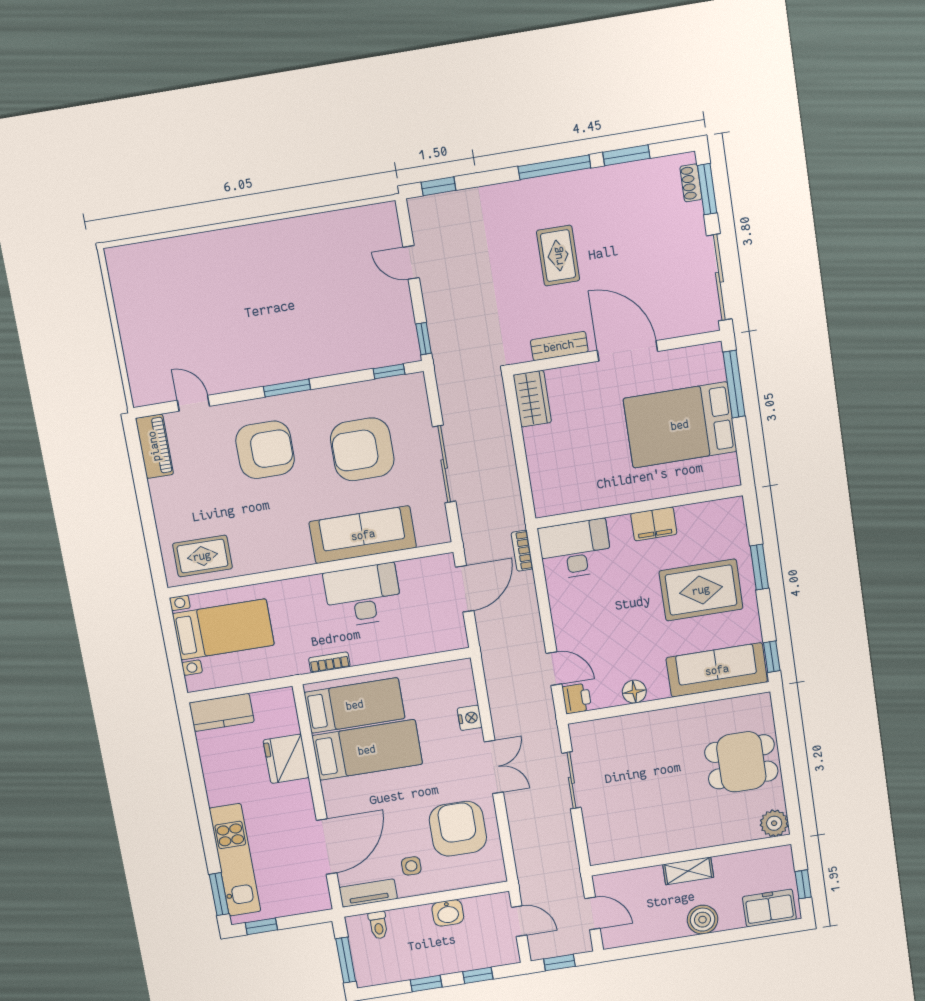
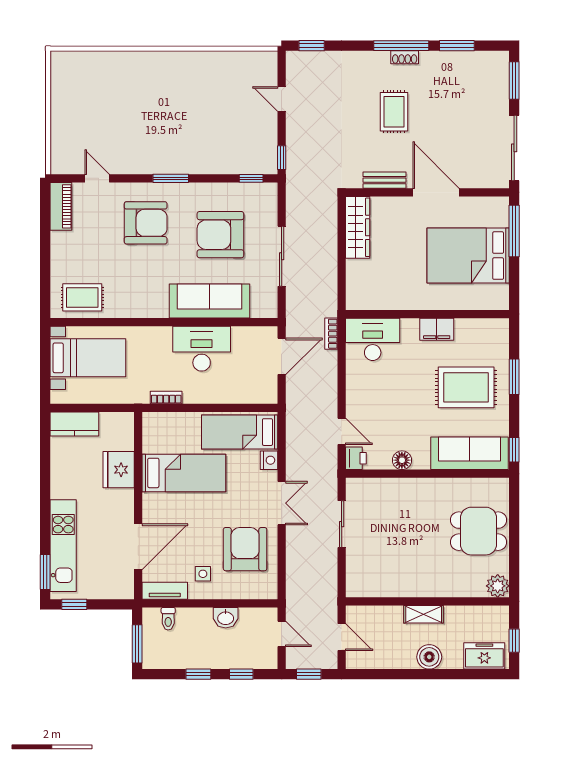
shoe rack: (691, 183) -> (405, 57), moved, turned -90
wardrobe: (532, 399) -> (358, 227), width x1.50
bed: (355, 705) -> (240, 432), moved, turned 180

